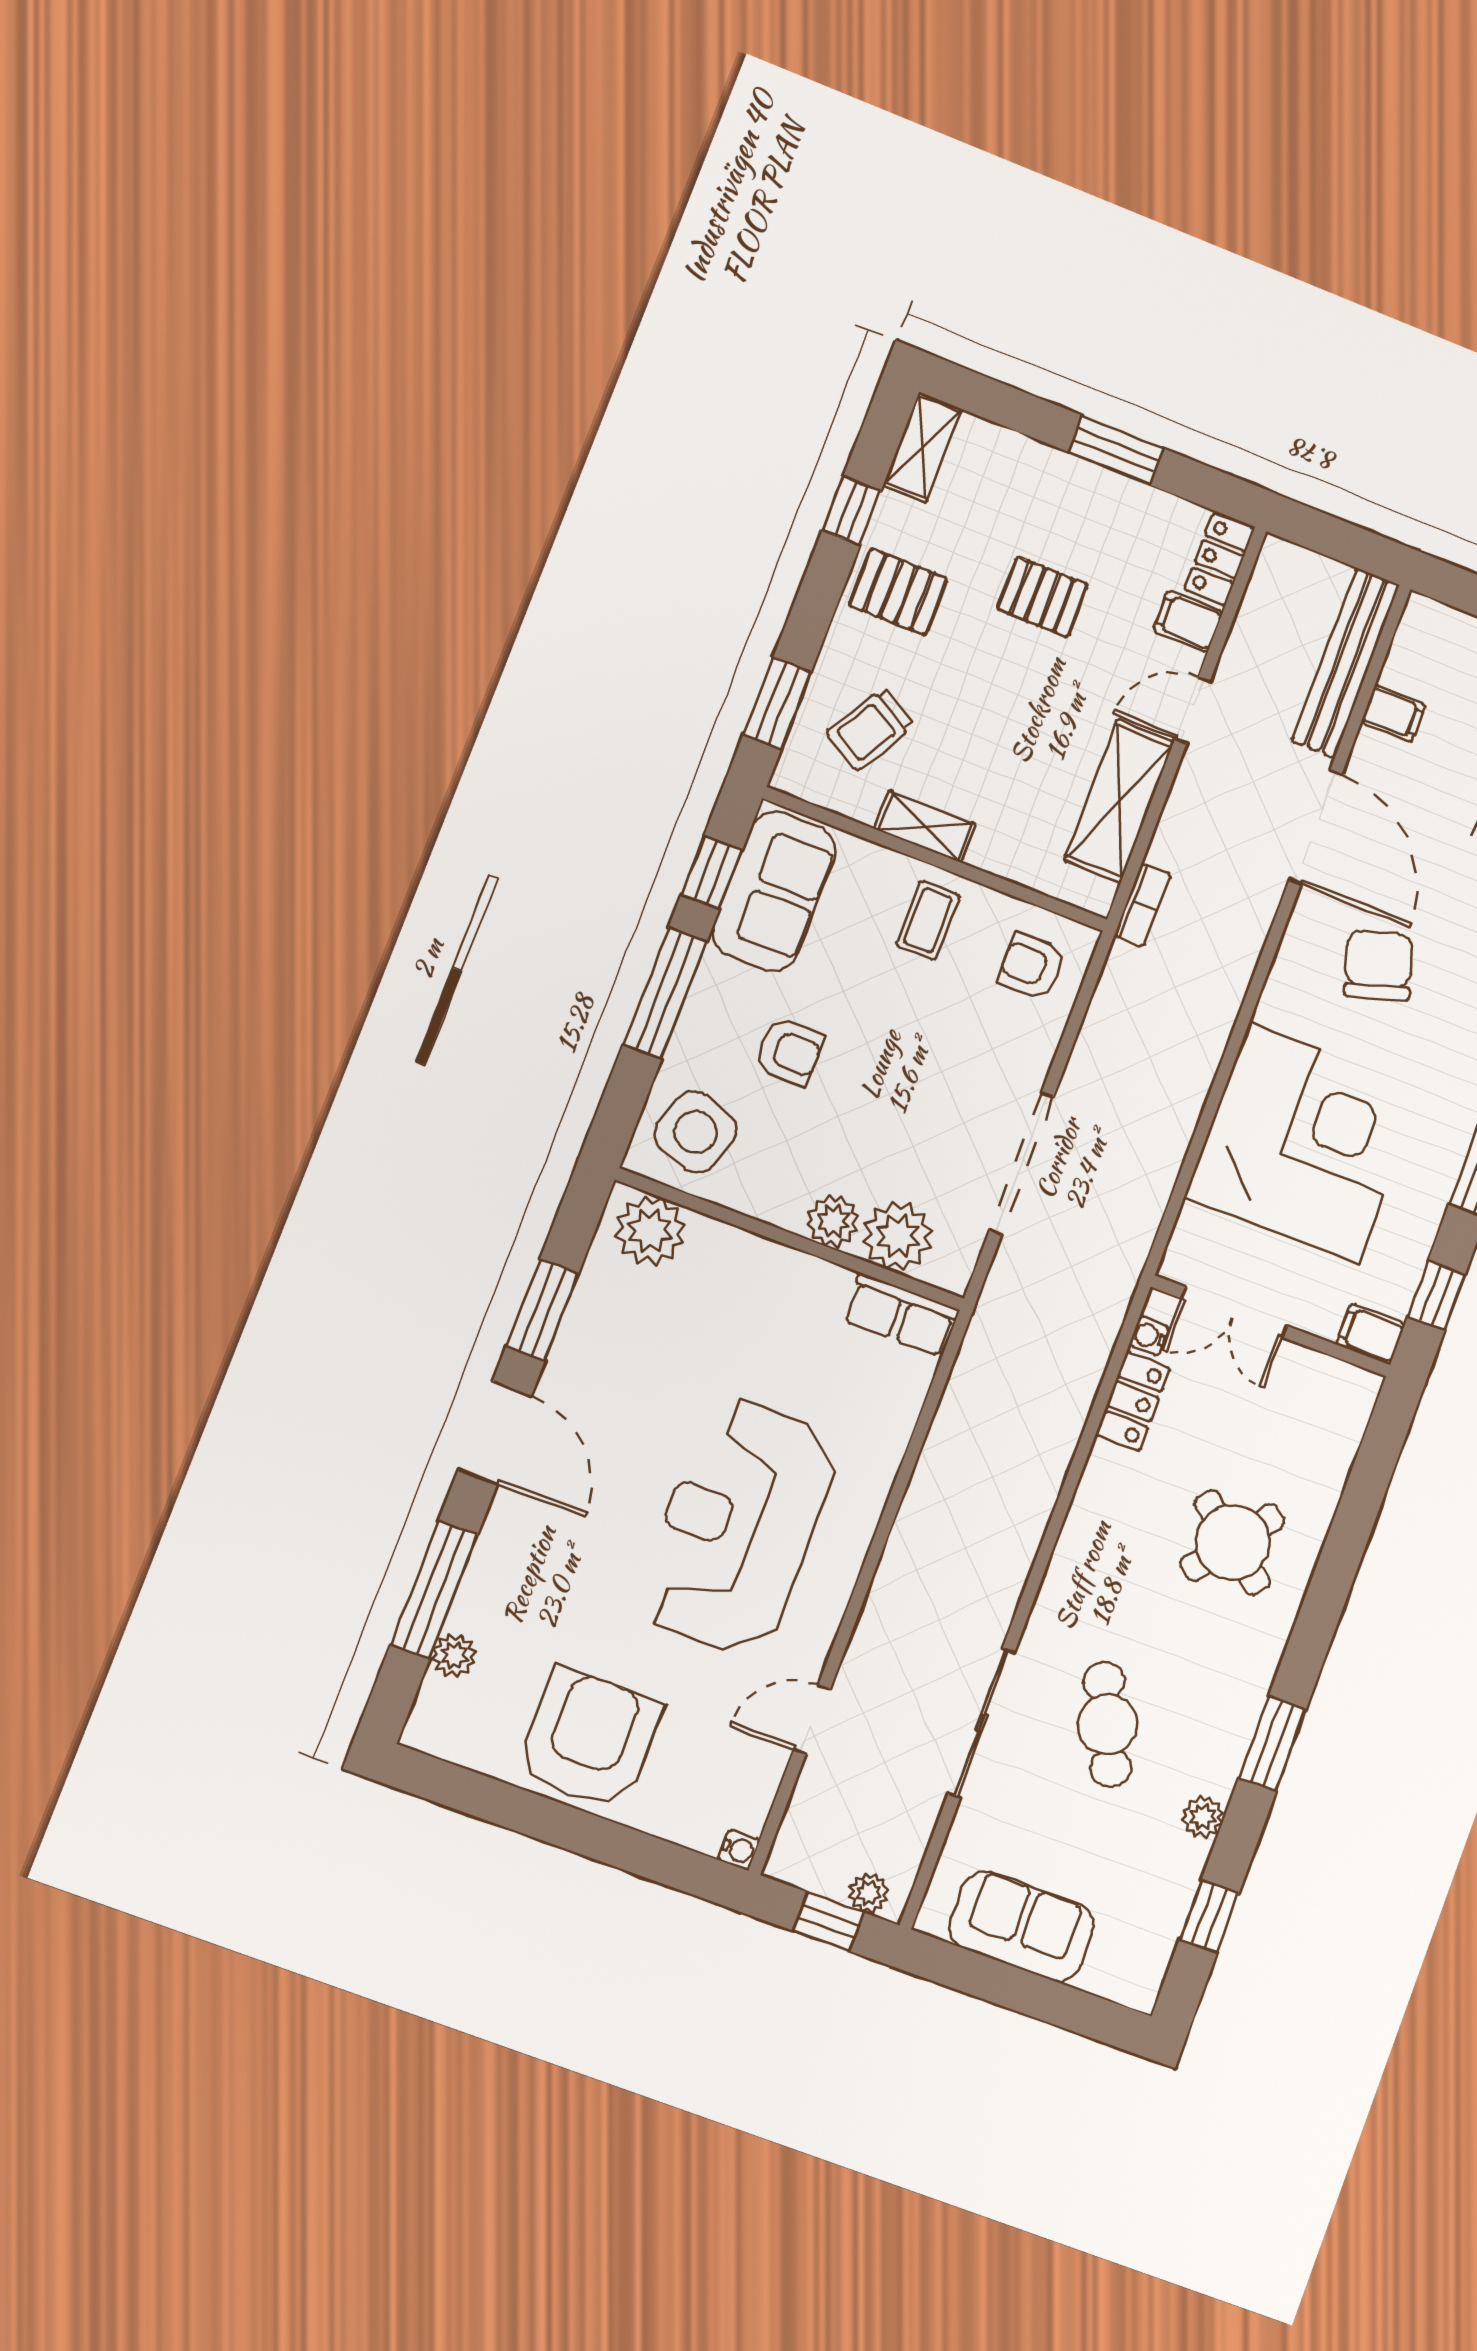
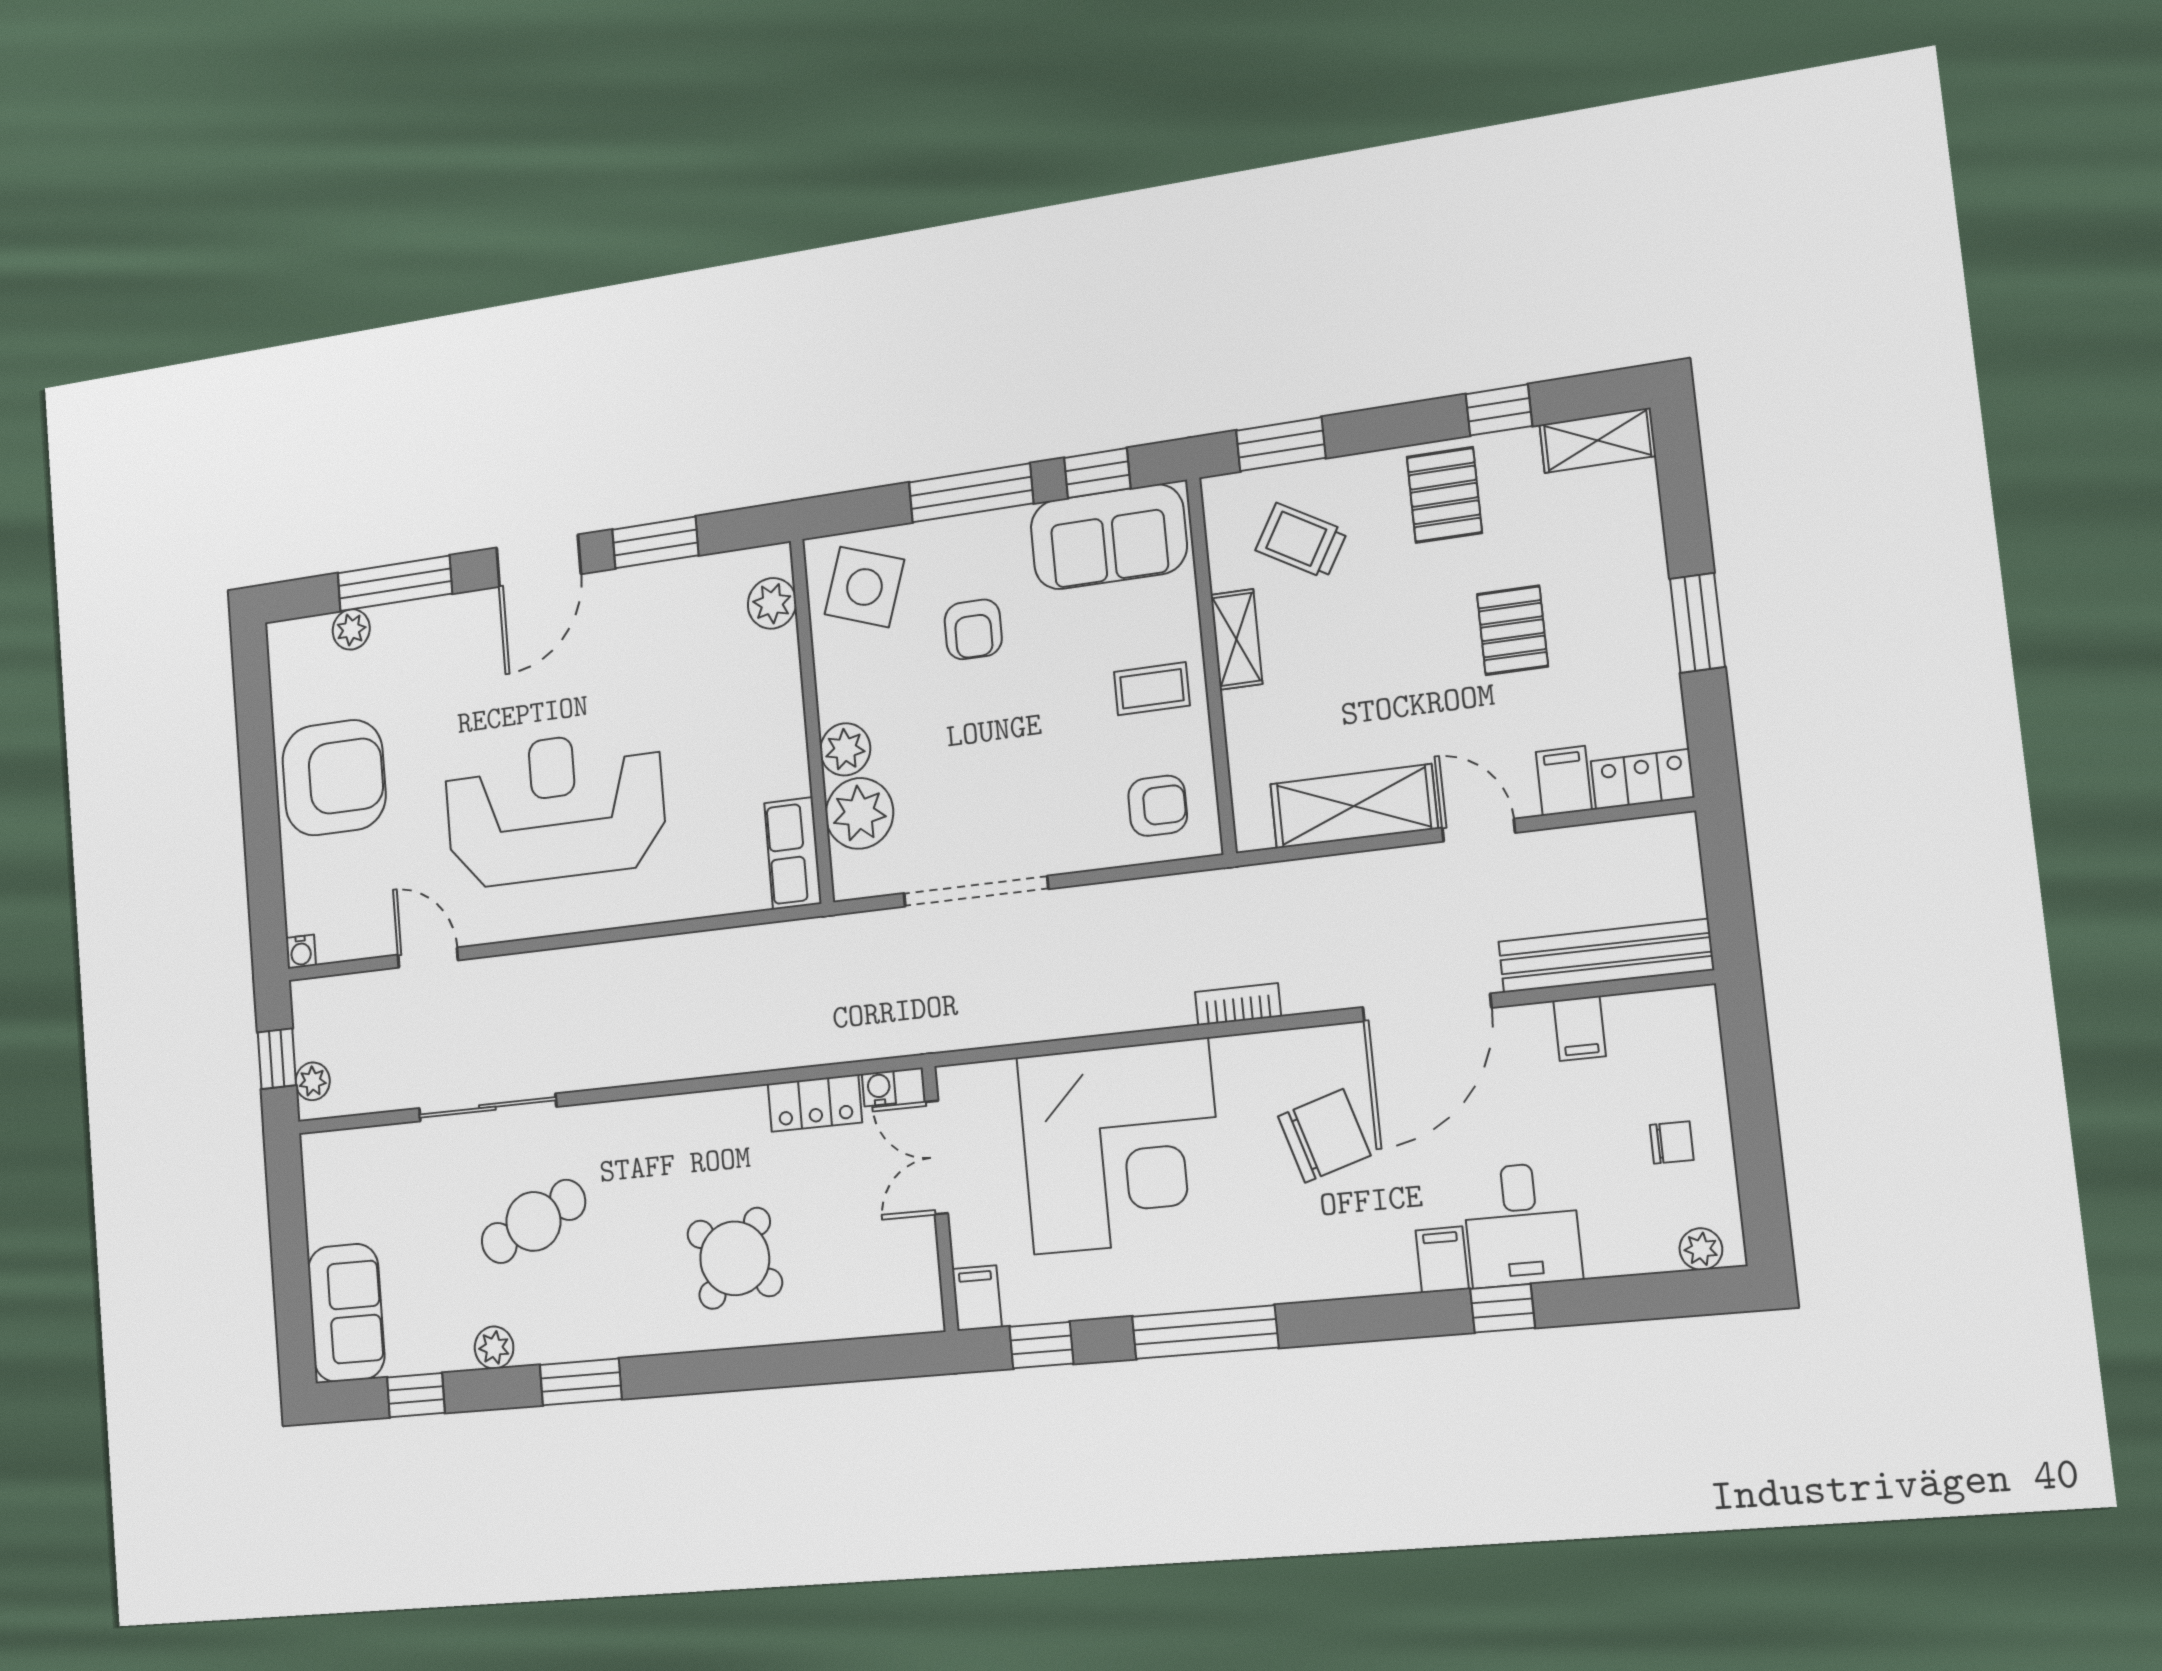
bookcase: (1142, 905) -> (1238, 1004), moved, turned 180
armchair: (1031, 966) -> (1158, 806), turned 90
plant: (650, 1231) -> (772, 603), width x0.73, depth x0.73
sofa: (1022, 1926) -> (346, 1313), moved

